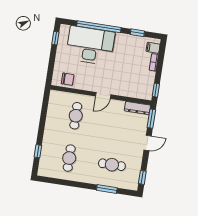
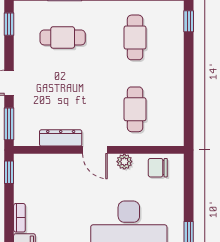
plant: (87, 86) -> (124, 162), added
door: (103, 95) -> (95, 150), swing flipped
dresser: (137, 108) -> (61, 138), moved
window: (38, 151) -> (189, 21), moved

